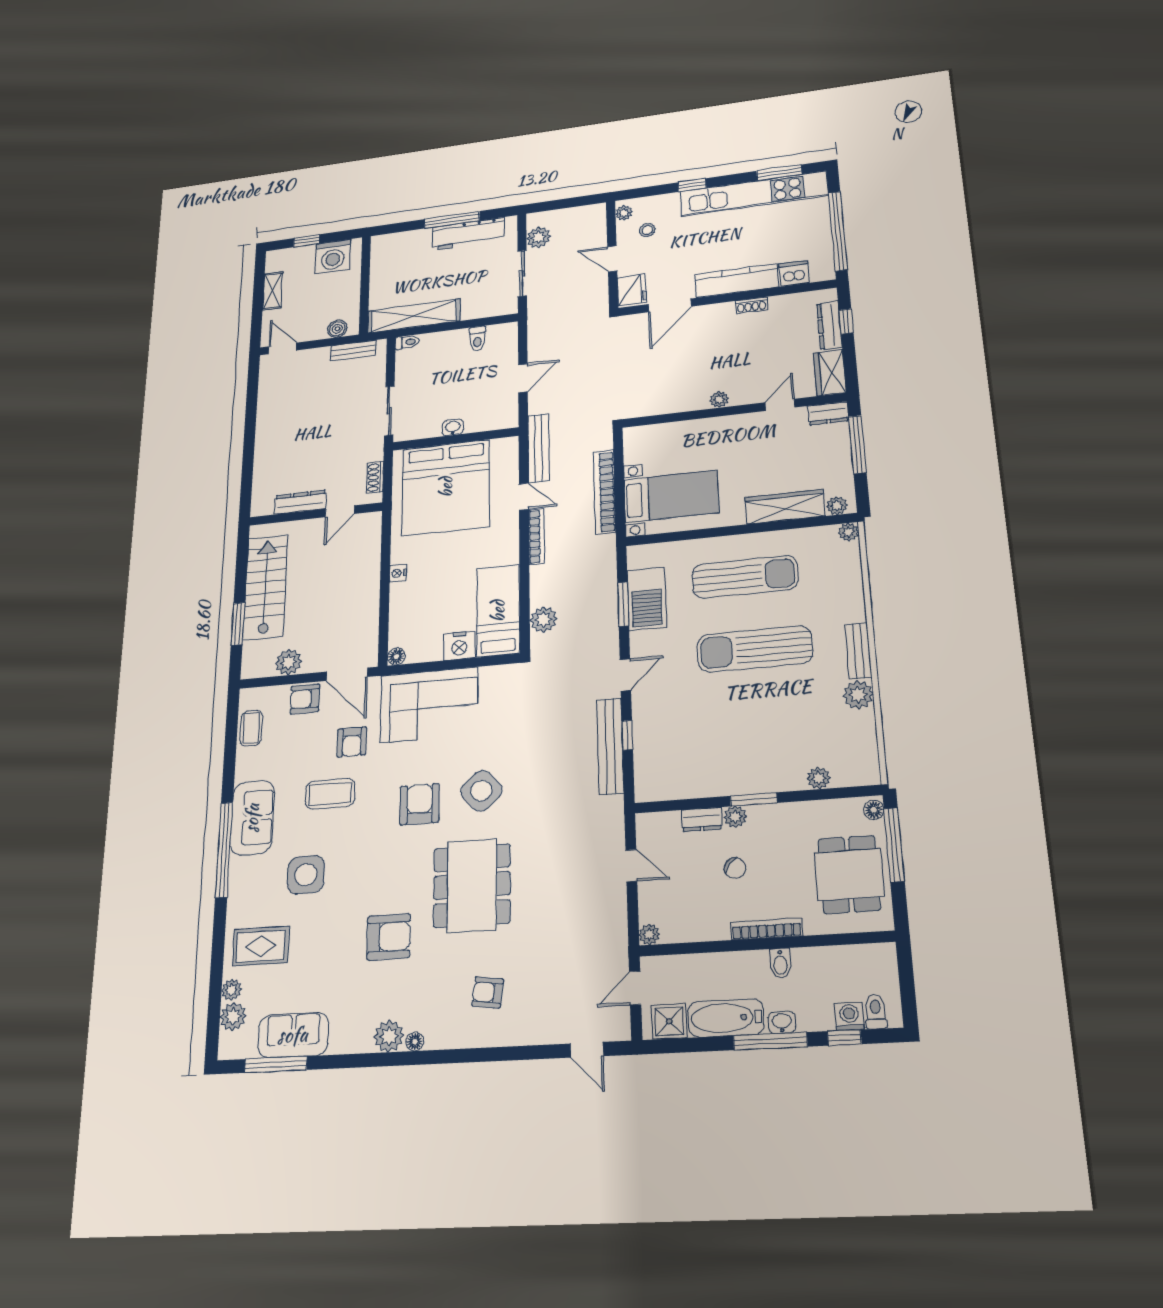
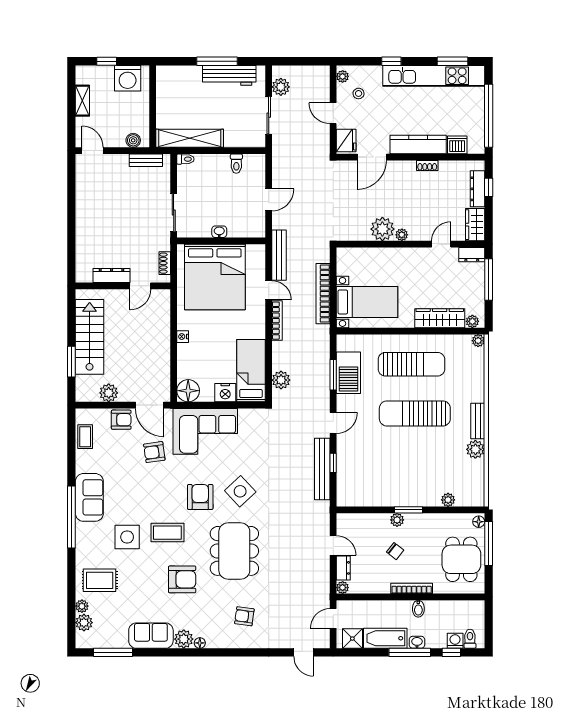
plant: (690, 395) -> (382, 229), added
floor lamp: (396, 656) -> (188, 391), width x1.89, depth x1.89
armchair: (305, 699) -> (121, 420), turned 180
armchair: (352, 742) -> (154, 452), turned 82
coffee table: (330, 794) -> (167, 533), moved
dresser: (702, 819) -> (343, 568), moved, turned -90
sofa: (293, 1035) -> (151, 636), moved

